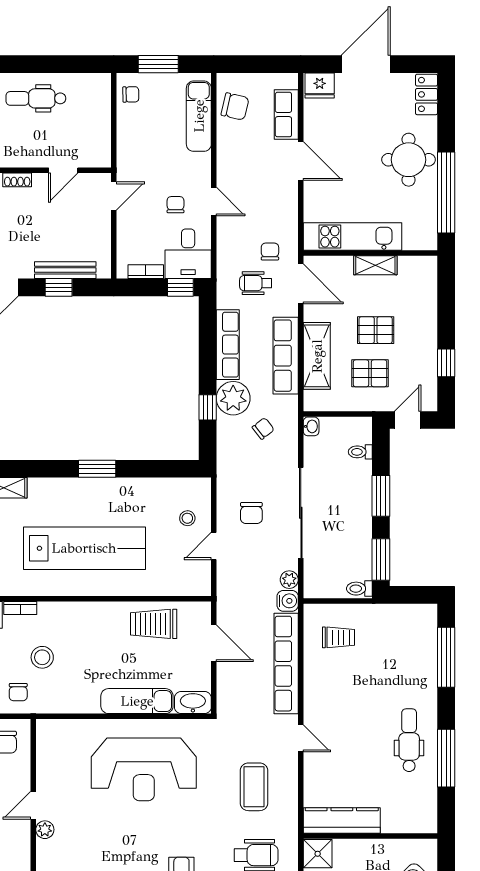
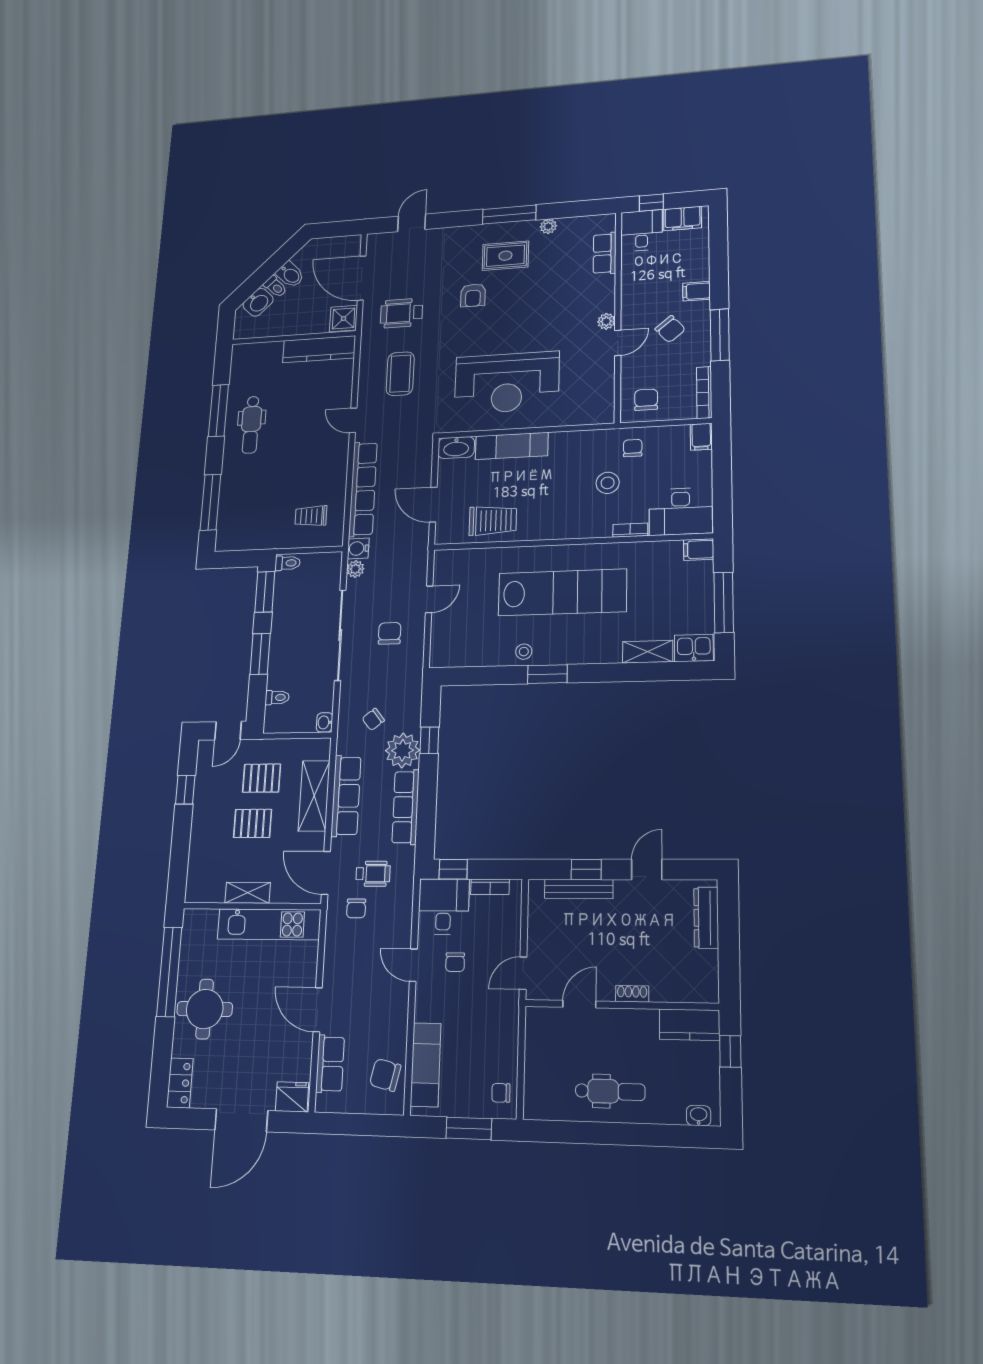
stool: (187, 518) -> (524, 652), moved
lab bench: (84, 548) -> (562, 592), turned 180
reception desk: (144, 769) -> (507, 383), turned 180

